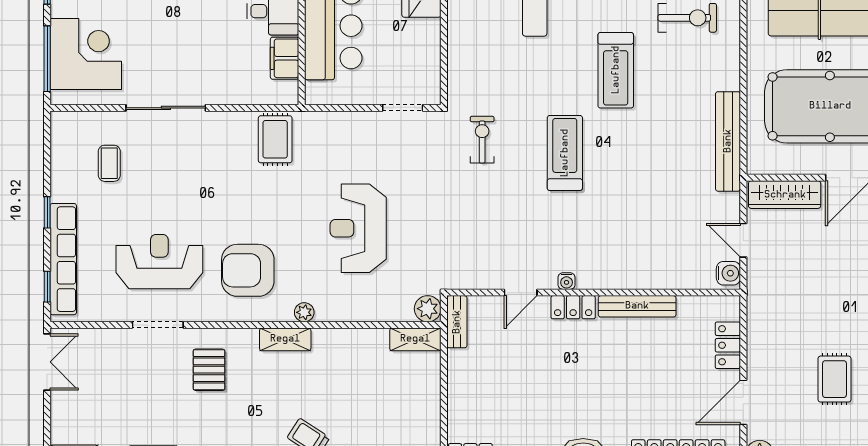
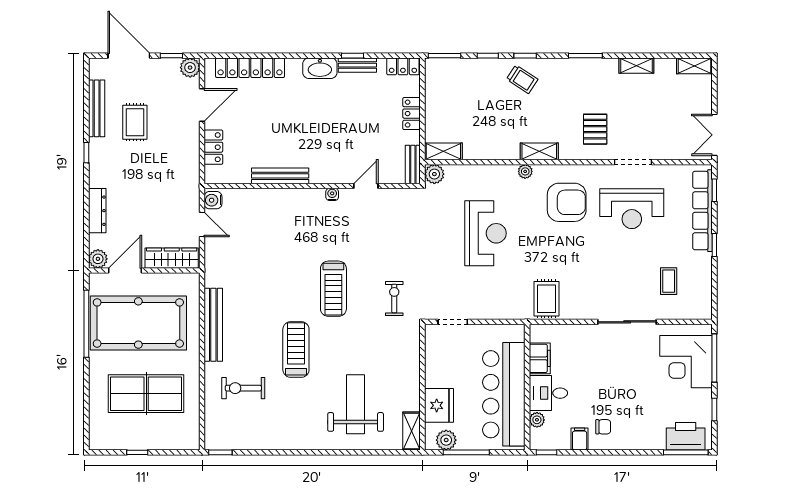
exercise bike: (482, 140) -> (394, 298), turned 180
bench: (728, 141) -> (213, 325), moved
locker: (573, 307) -> (412, 114), moved, turned -90

